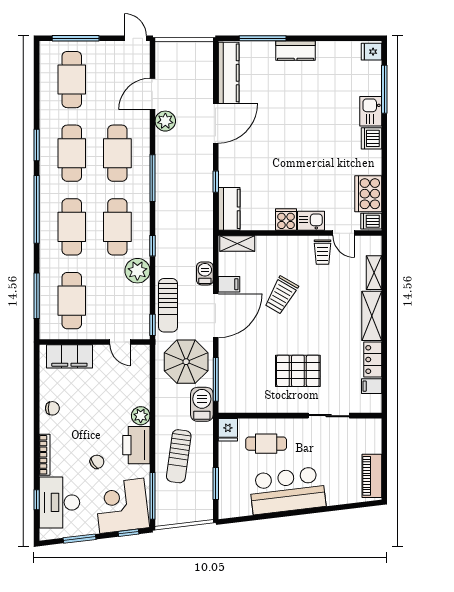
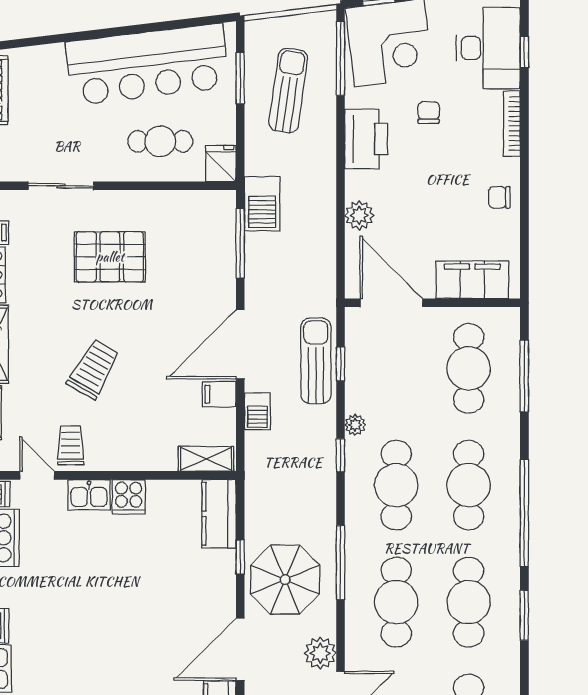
plant: (137, 271) -> (355, 425), width x0.53, depth x0.53
trolley: (281, 295) -> (93, 369), moved
window: (152, 325) -> (341, 364), moved
door: (120, 342) -> (391, 303), width x1.87
parasol: (186, 362) -> (285, 580), moved
plant: (141, 416) -> (359, 215), moved
sun lounger: (179, 456) -> (288, 90), moved
chair: (97, 462) -> (429, 113), turned 125
bar counter: (287, 490) -> (148, 64), width x1.36

